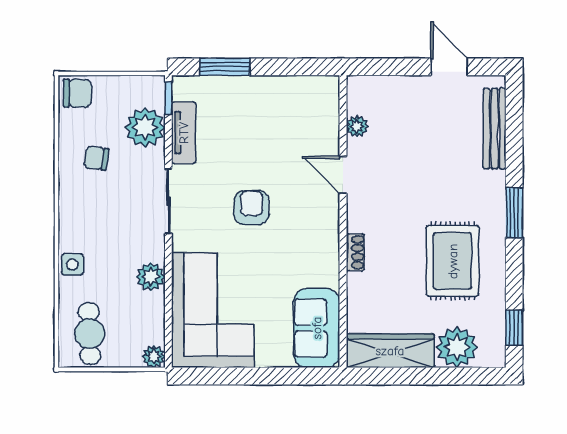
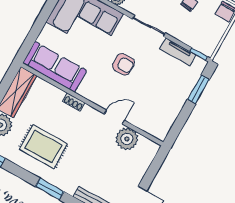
plant: (357, 126) -> (127, 139), width x1.87, depth x1.87
plant: (145, 127) -> (191, 35), removed
sofa: (317, 328) -> (55, 67), width x1.36

